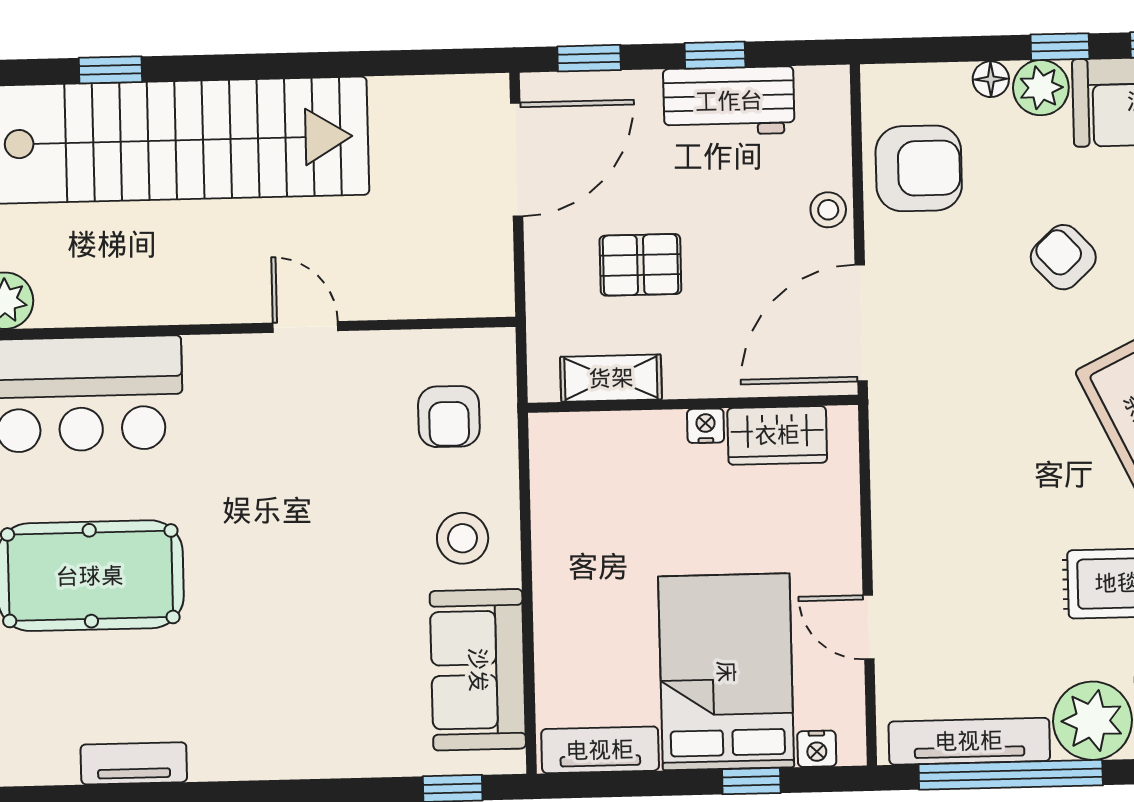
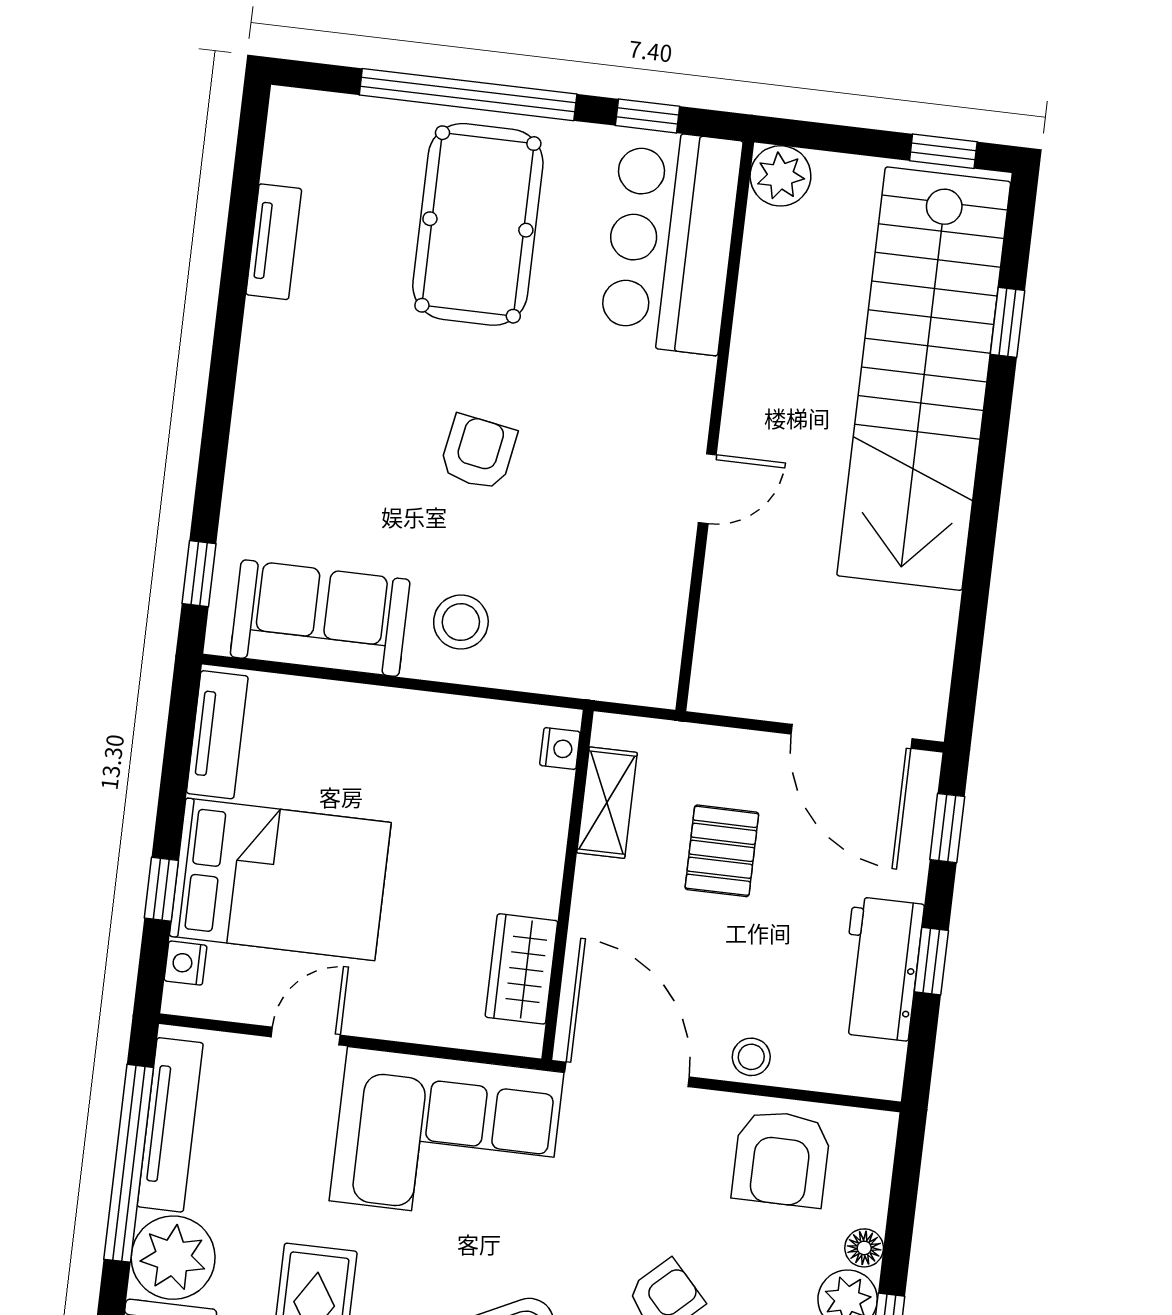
armchair: (449, 417) -> (478, 452), moved, turned 100
nightstand: (706, 426) -> (560, 748), moved
corner sofa: (943, 483) -> (447, 1137), added

